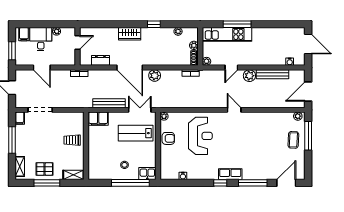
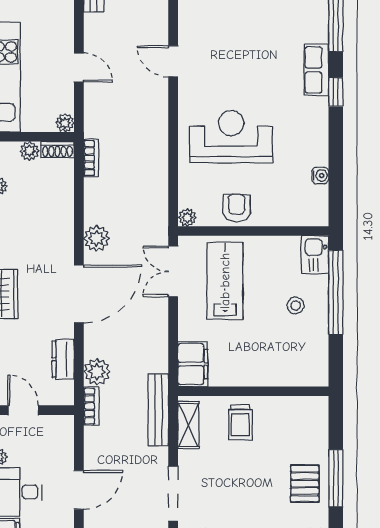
plant: (249, 76) -> (97, 372), moved
bench: (109, 103) -> (158, 410), moved
door: (234, 110) -> (173, 61), hinge flipped
lab bench: (136, 133) -> (225, 281), turned 180
shelving: (73, 175) -> (188, 425), moved

